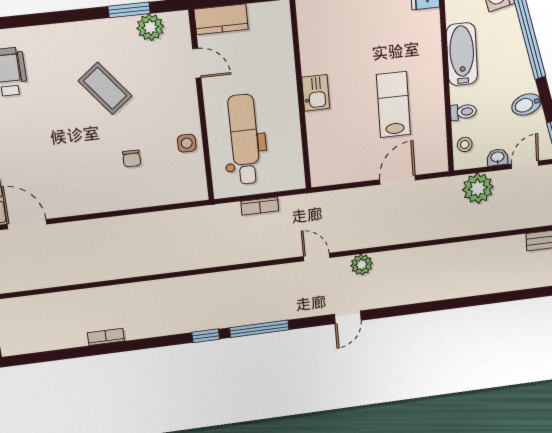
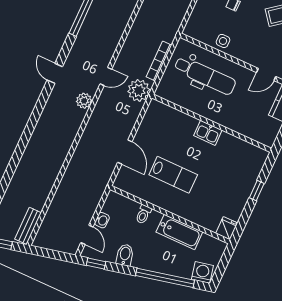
stool: (465, 145) -> (122, 204), removed
plant: (478, 188) -> (139, 90), moved
bookcase: (260, 206) -> (159, 61), width x1.56

